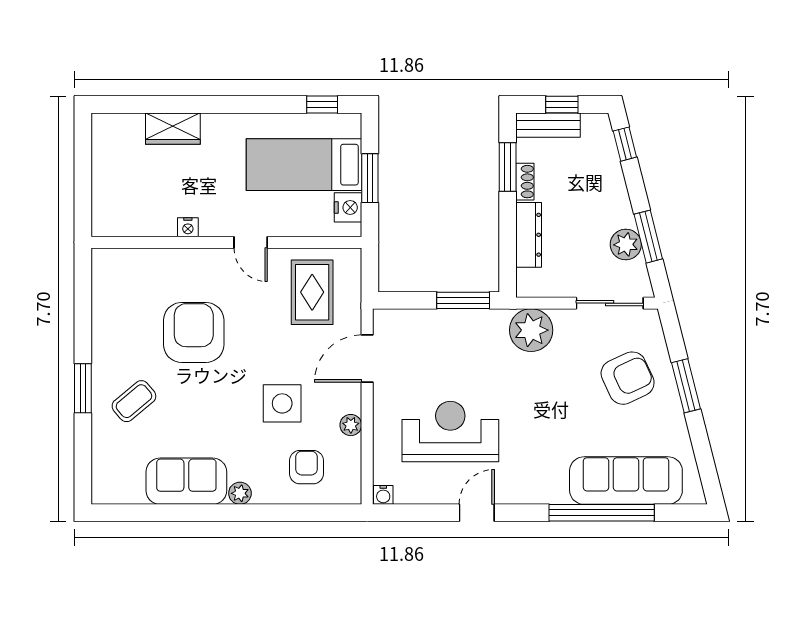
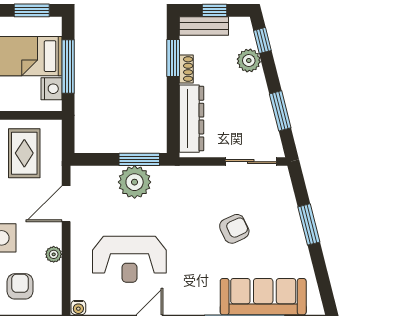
window: (322, 104) -> (32, 10), width x1.50
window: (370, 178) -> (68, 66), width x1.44
dresser: (529, 235) -> (191, 119), width x1.37, depth x1.24
plant: (626, 244) -> (249, 60), moved
plant: (531, 330) -> (135, 182), moved
armchair: (628, 378) -> (234, 229), moved, width x0.72, depth x0.72
reception desk: (450, 432) -> (129, 259), turned 180

